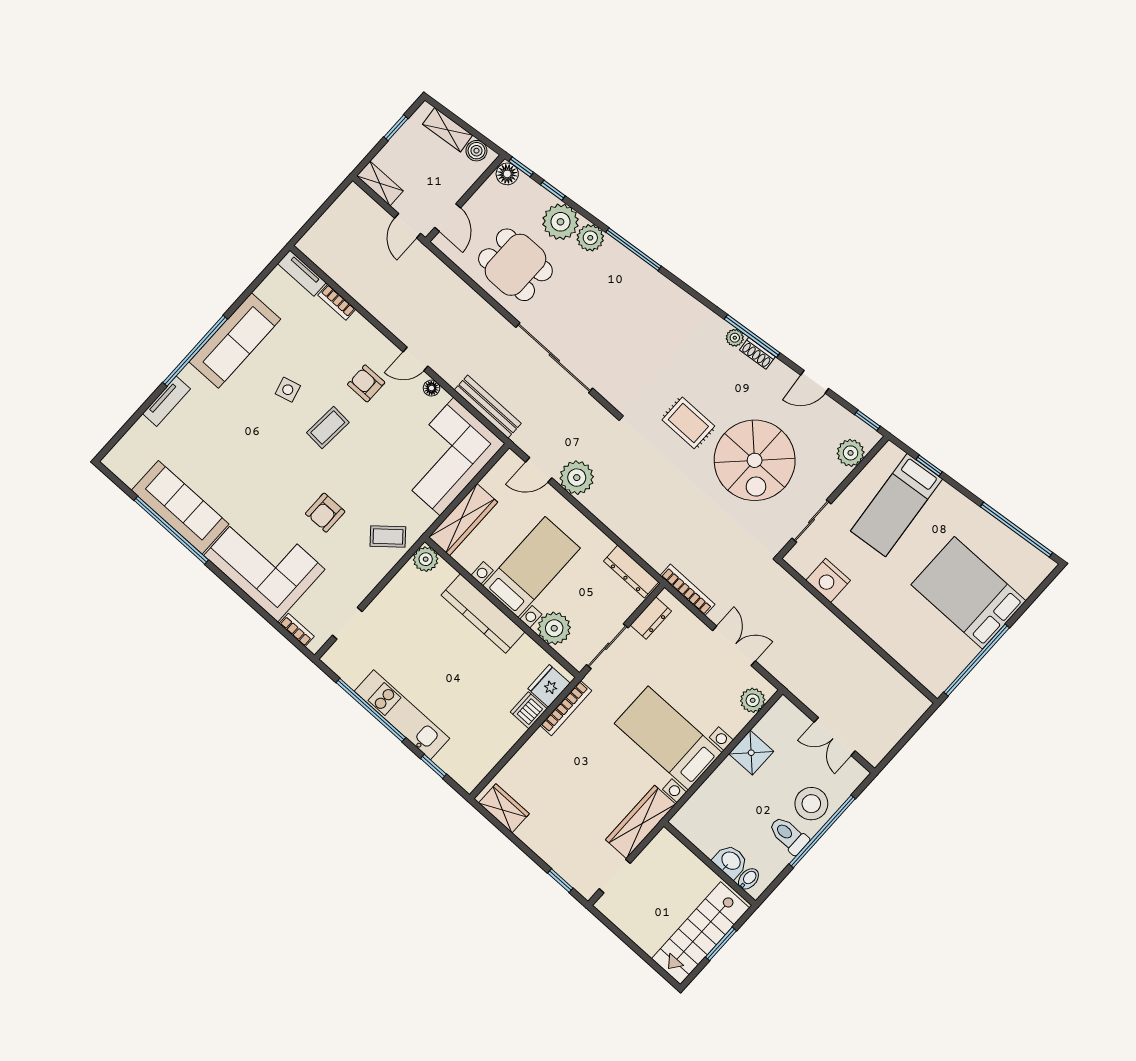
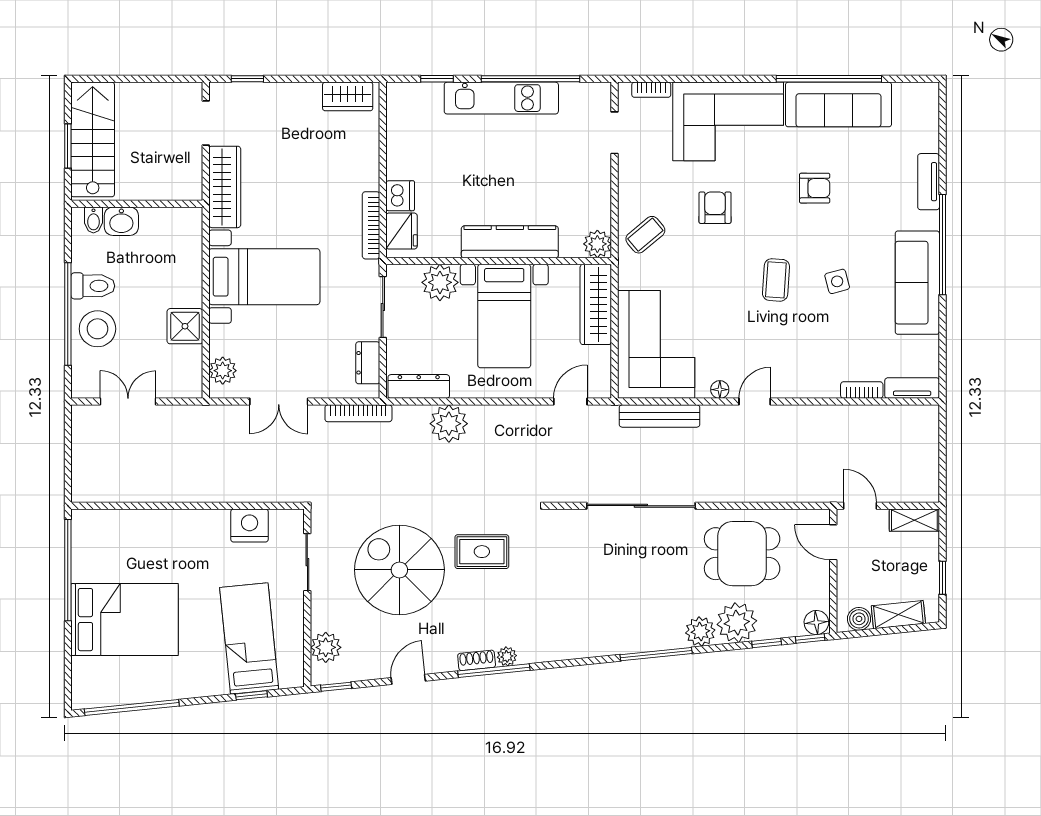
armchair: (366, 383) -> (815, 188), moved
plant: (577, 478) -> (449, 424), moved

